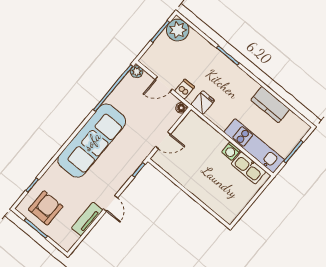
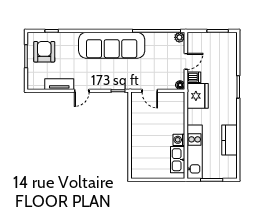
plant: (178, 30) -> (228, 41), removed
door: (164, 84) -> (186, 61), swing flipped
fridge: (203, 103) -> (198, 96), width x1.88, depth x1.34
armchair: (46, 208) -> (44, 52), turned -90

